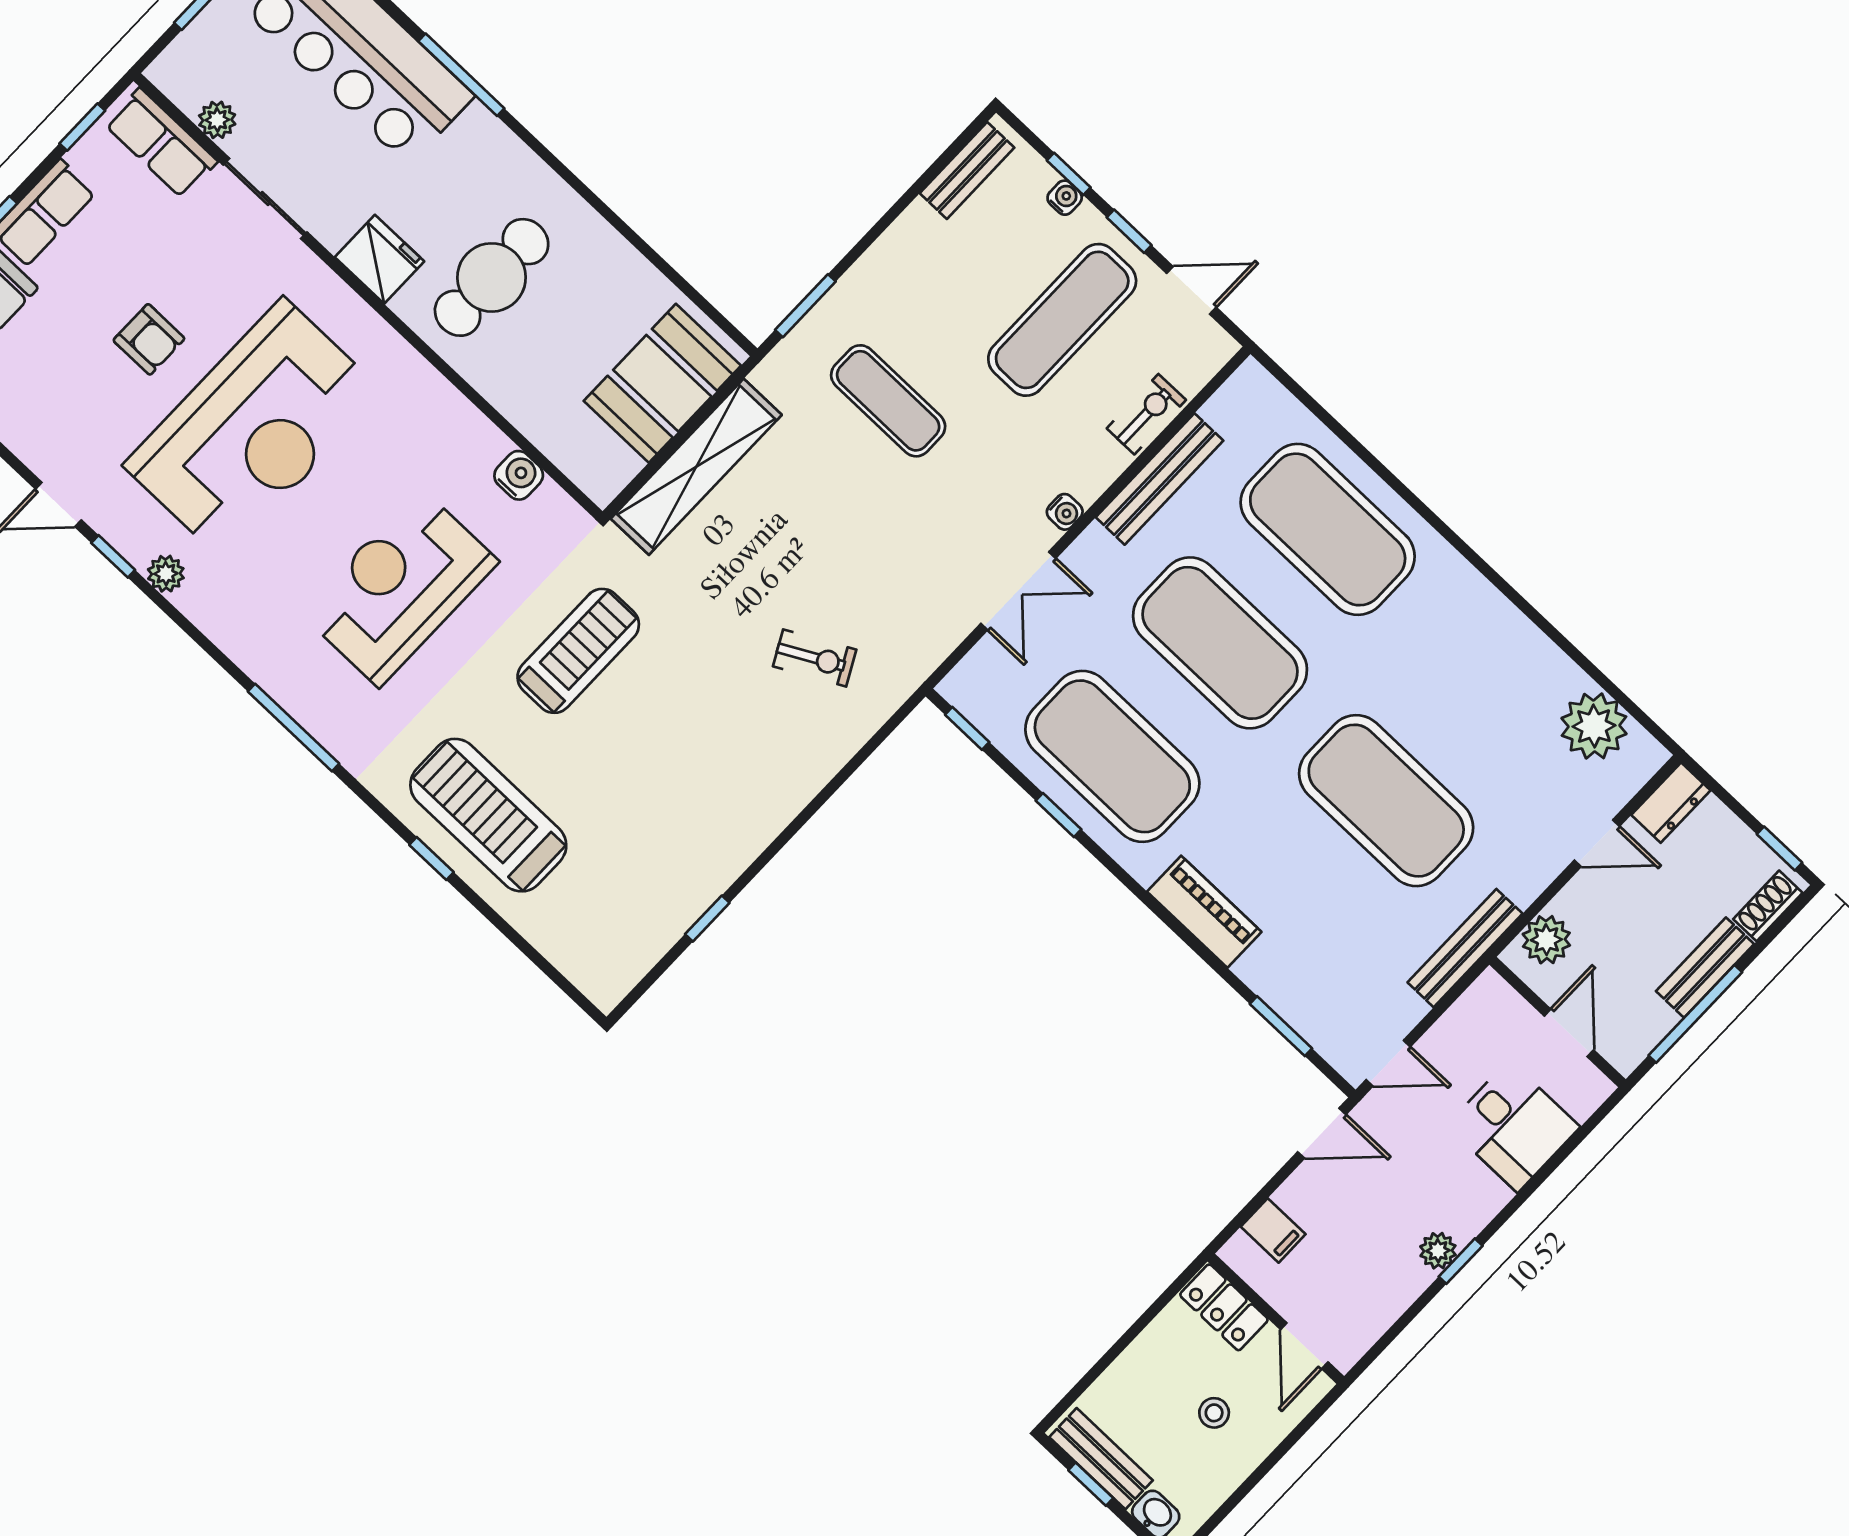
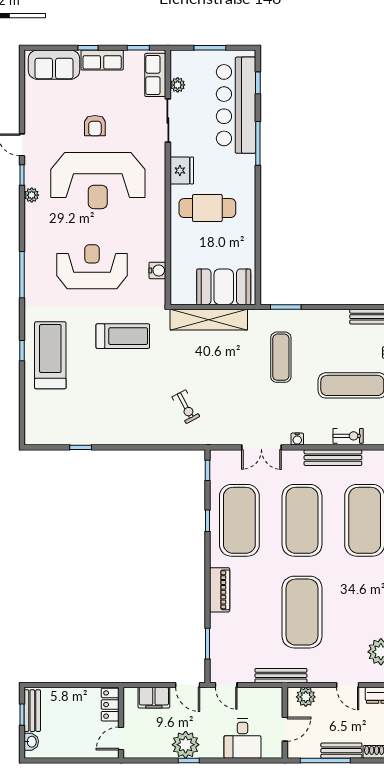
filing cabinet: (1273, 1230) -> (154, 698), width x2.00
plant: (1438, 1251) -> (186, 745), width x1.88, depth x1.88
stool: (1214, 1413) -> (77, 731), removed

